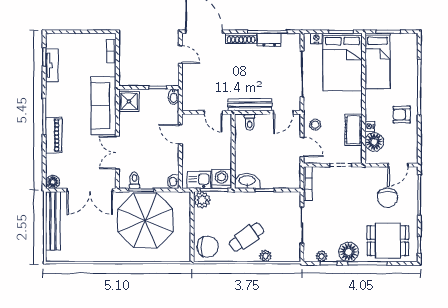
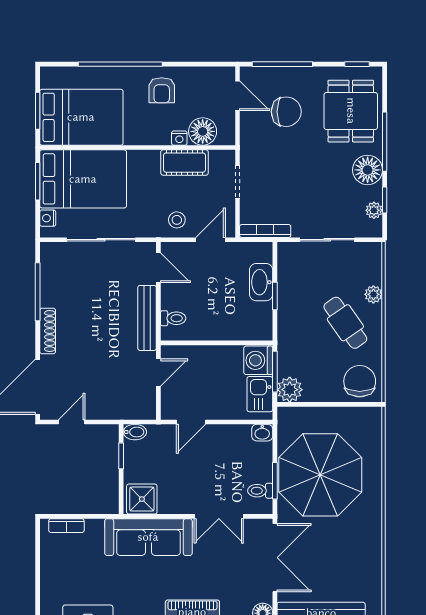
dresser: (269, 40) -> (50, 289), removed
bed: (377, 61) -> (81, 117), width x1.50
washbasin: (247, 181) -> (261, 282), moved

